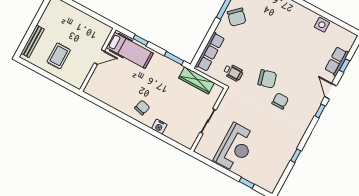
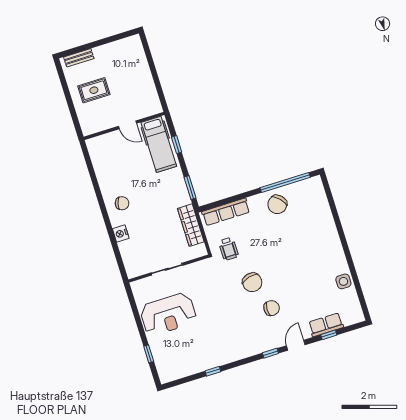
bench: (33, 41) -> (79, 58), width x0.73
chair: (280, 101) -> (272, 308), moved

